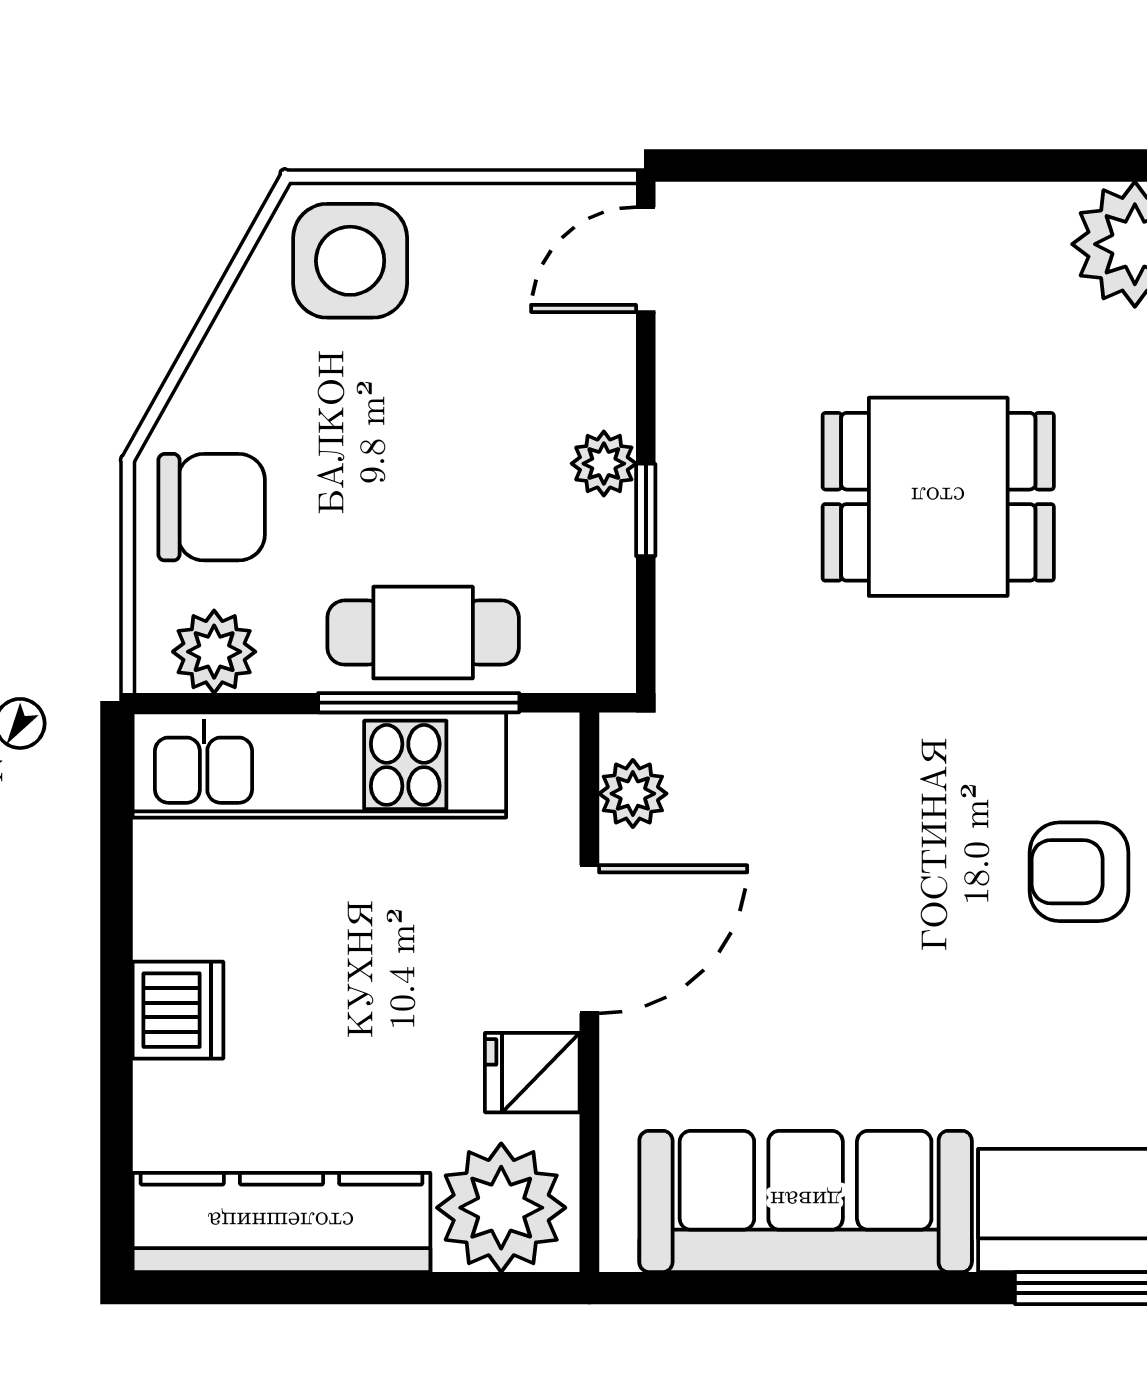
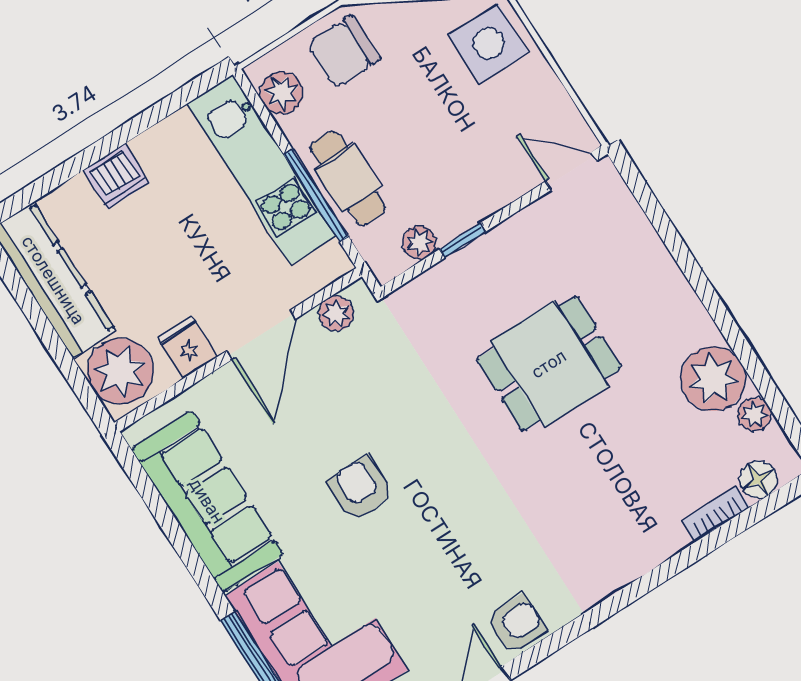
plant: (604, 464) -> (420, 242), moved
dining table: (938, 497) -> (549, 364), turned 90
chair: (212, 507) -> (343, 52), turned 90
armchair: (1079, 872) -> (360, 488), moved
door: (589, 939) -> (261, 335), hinge flipped

